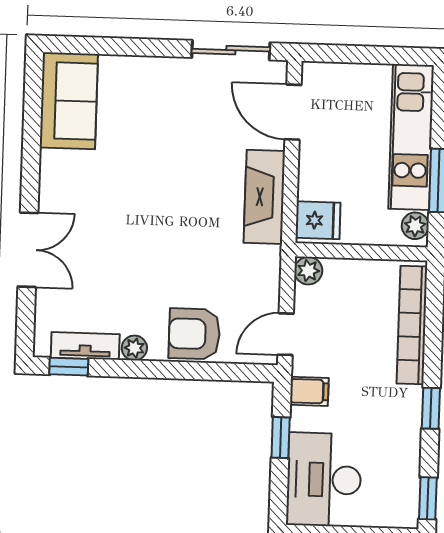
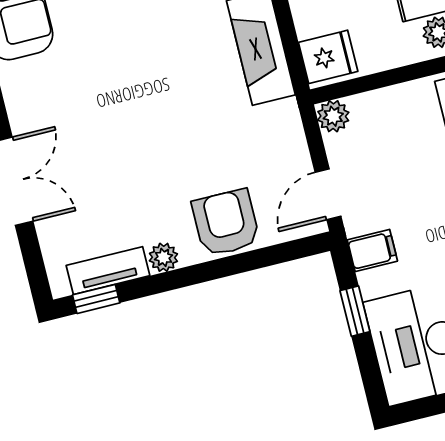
armchair: (194, 334) -> (226, 223), turned 90

